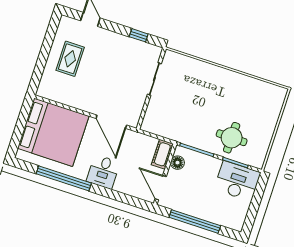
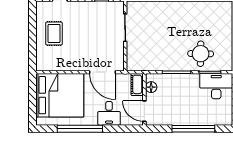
cot: (162, 154) -> (137, 84), moved
floor lamp: (177, 163) -> (151, 87), moved
wall: (165, 174) -> (144, 99), moved
door: (161, 188) -> (144, 111), moved

